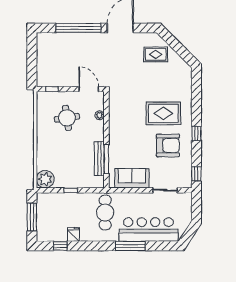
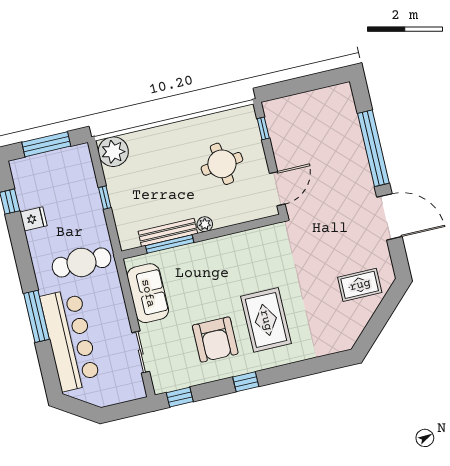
rug: (156, 54) -> (360, 285), turned 90
plant: (100, 115) -> (205, 224), moved

